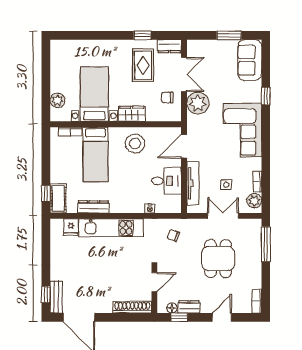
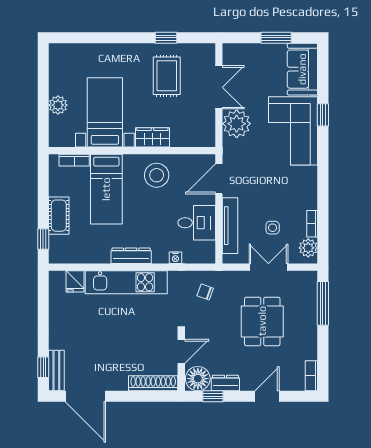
dresser: (169, 46) -> (200, 52), removed
chair: (167, 97) -> (198, 117), removed
plant: (57, 100) -> (58, 105), moved
corner sofa: (242, 130) -> (293, 131), moved
cot: (58, 198) -> (59, 216), moved
dresser: (93, 207) -> (131, 256), moved
floor lamp: (172, 308) -> (198, 379), width x1.89, depth x1.89

